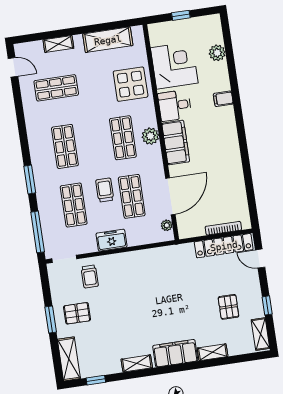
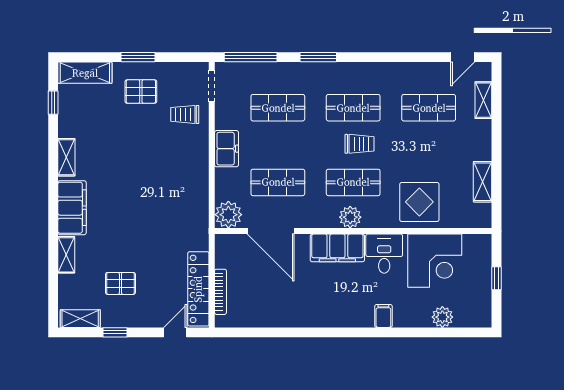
shelving: (108, 40) -> (483, 182), width x0.67, depth x0.75
shelving: (58, 44) -> (483, 100), moved
shop shelf: (56, 88) -> (429, 108), turned 90
trolley: (105, 190) -> (359, 144), moved
plant: (167, 225) -> (228, 215), width x1.88, depth x1.88
pallet: (77, 313) -> (141, 92), turned 90

